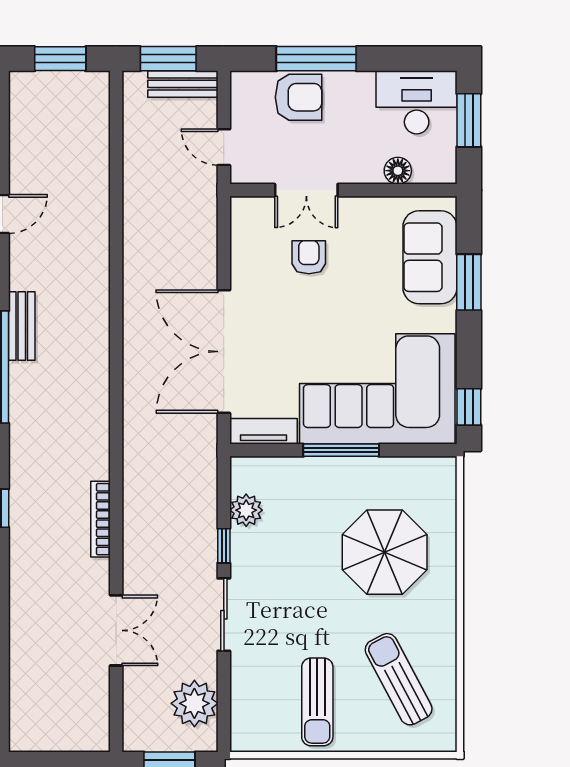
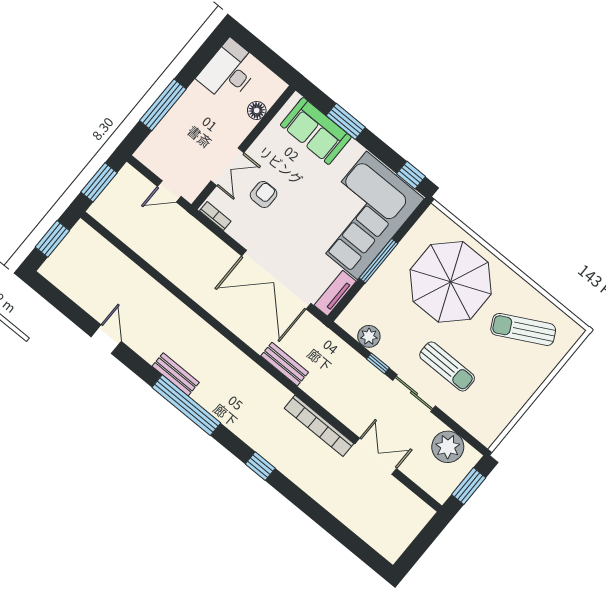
bench: (183, 84) -> (285, 364), moved, turned 90
armchair: (298, 97) -> (175, 131), removed
window: (469, 120) -> (261, 52), removed
bookcase: (239, 223) -> (215, 216), added
armchair: (309, 257) -> (264, 194), turned 90
bookcase: (101, 519) -> (319, 426), width x1.48, depth x1.31
parasol: (385, 552) -> (451, 282), width x1.36, depth x1.36
sun lounger: (317, 702) -> (447, 366), moved

